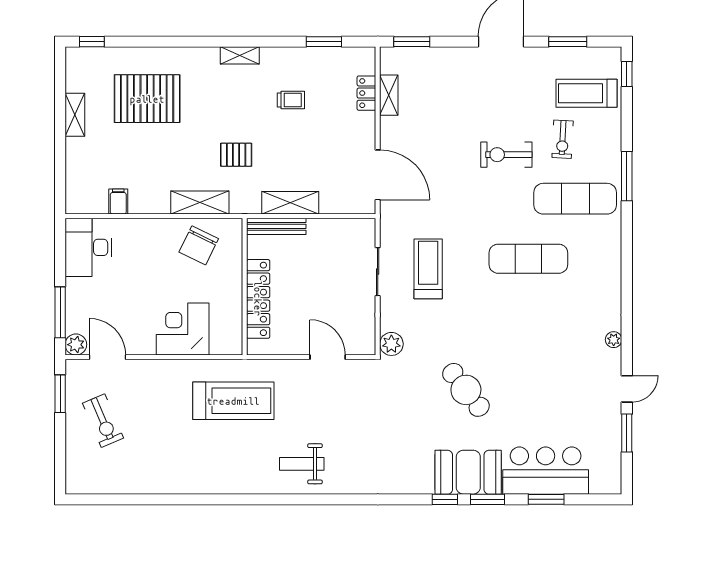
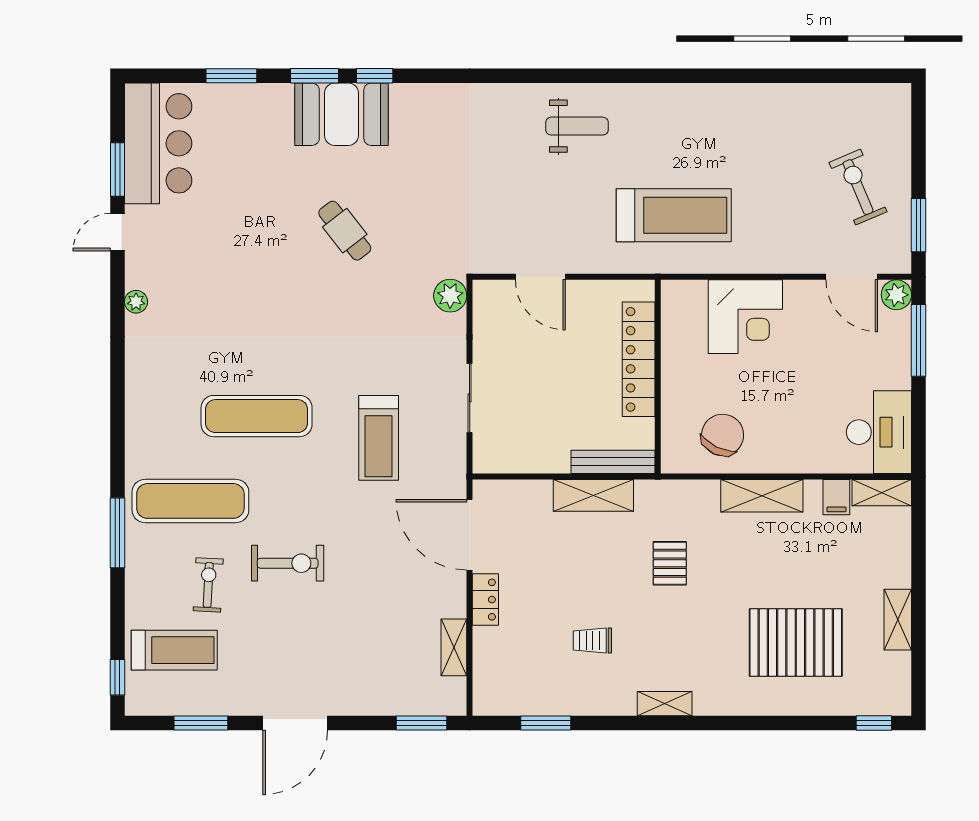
locker: (366, 93) -> (485, 600), moved
pallet: (236, 155) -> (670, 563), turned 90
shelving: (200, 202) -> (762, 496), moved
shelving: (86, 205) -> (882, 493), added
treadmill: (428, 269) -> (379, 438), moved
cafe table: (466, 390) -> (345, 231), width x0.73, depth x0.74
treadmill: (233, 401) -> (674, 215), turned 180
bar counter: (546, 471) -> (158, 143), moved, turned -90

